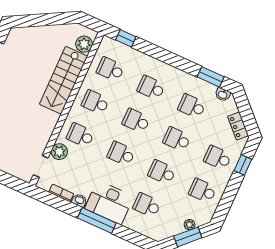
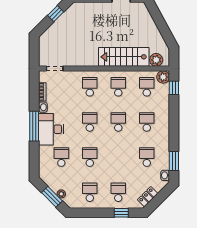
school desk: (177, 139) -> (118, 157), removed
plant: (59, 152) -> (163, 77), moved

